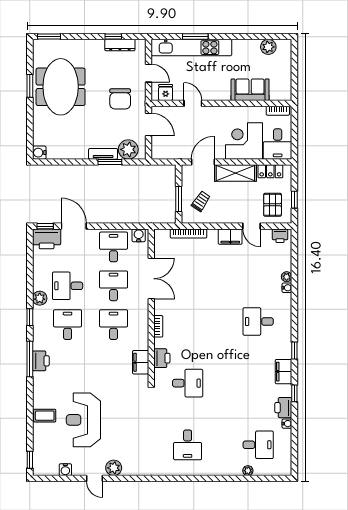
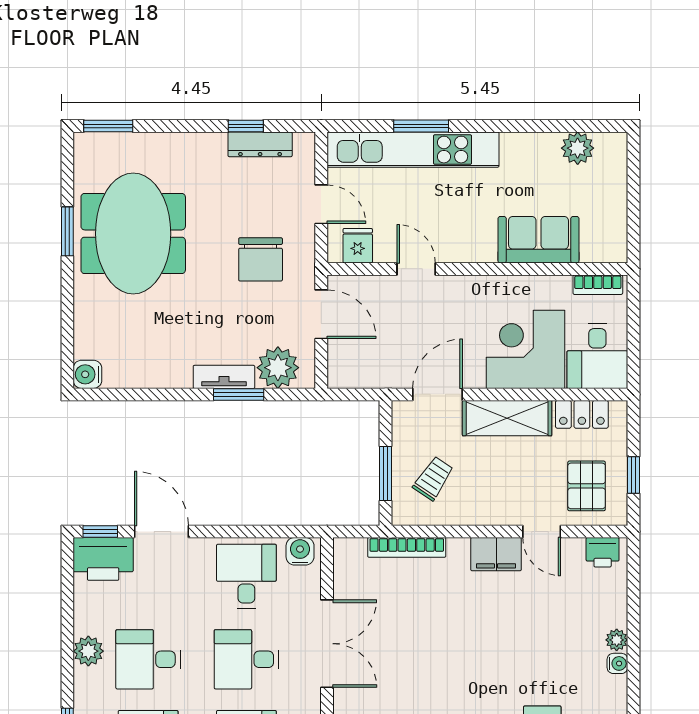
desk: (114, 286) -> (246, 659), turned -90
plant: (40, 298) -> (88, 651), moved

